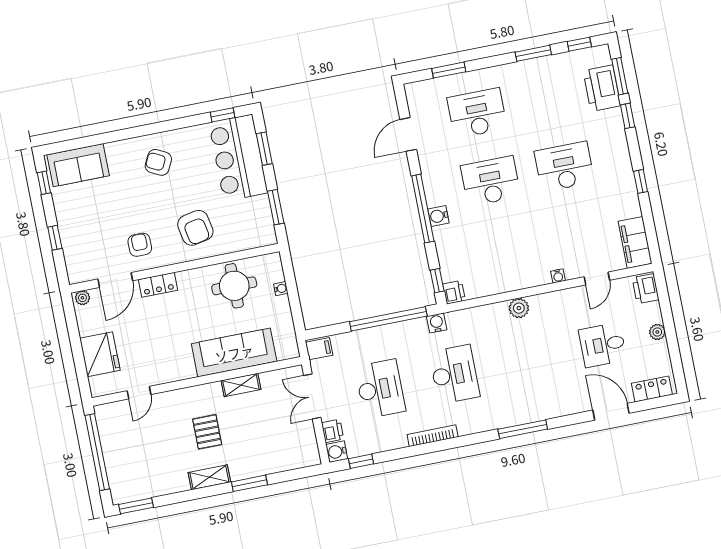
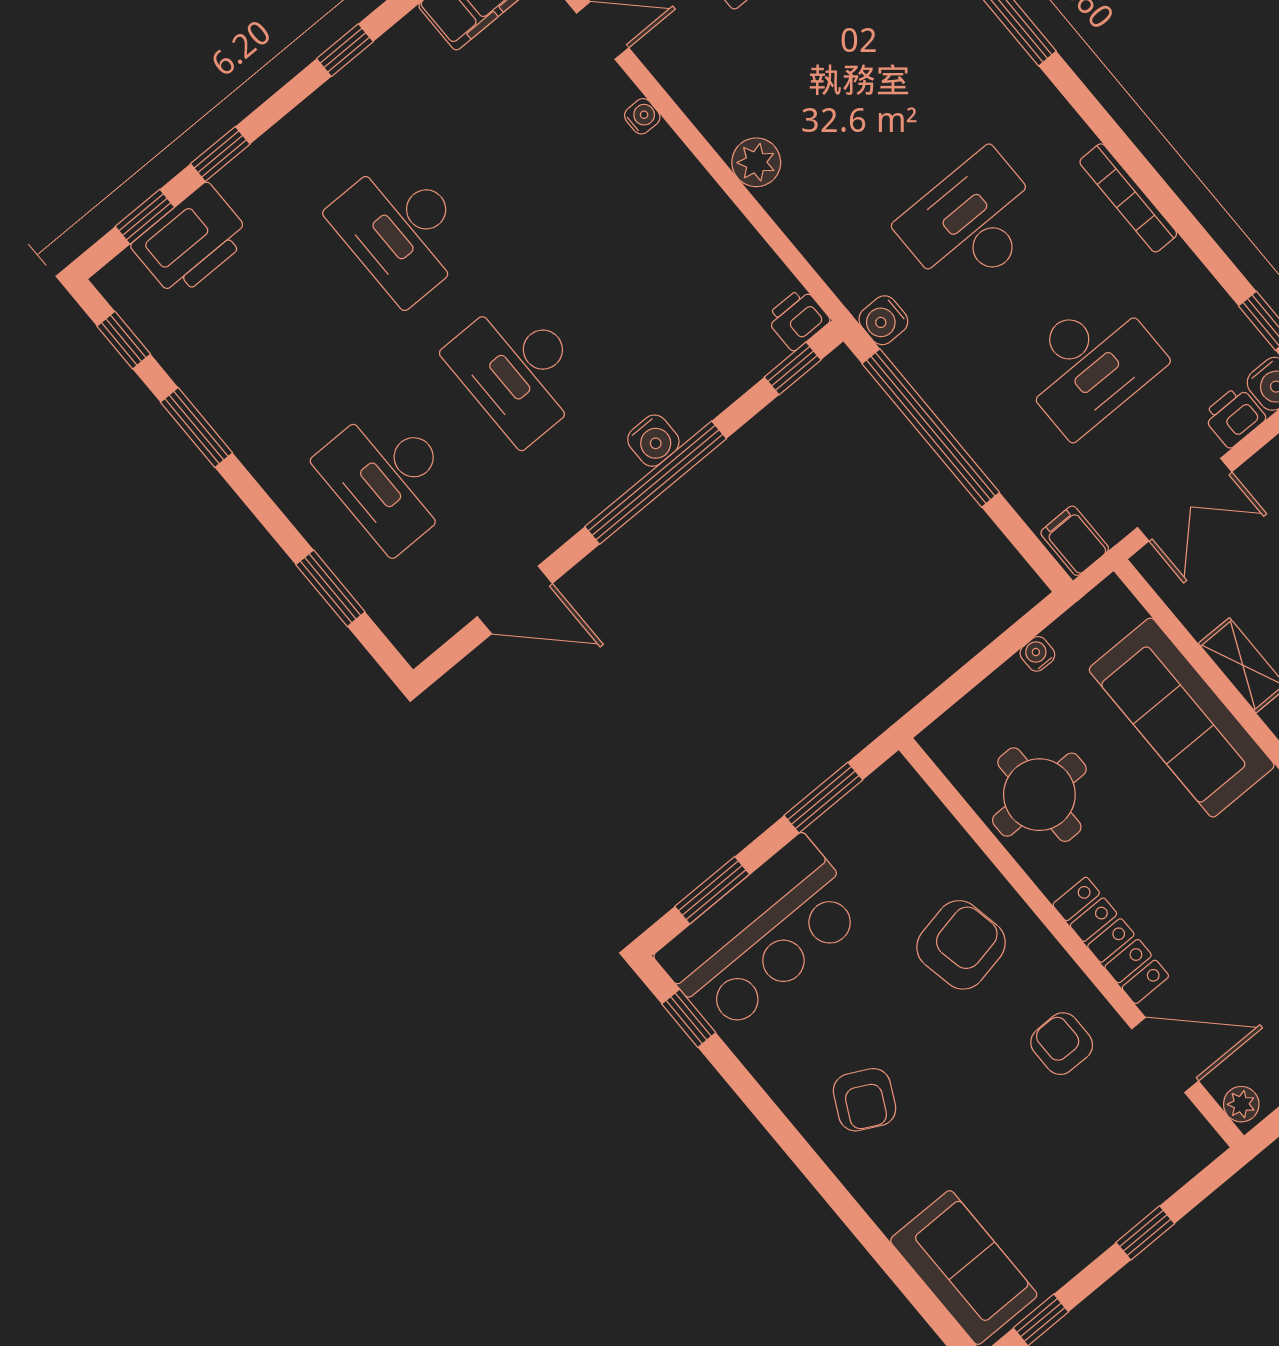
window: (620, 76) -> (145, 217), width x0.67
armchair: (140, 245) -> (1062, 1044), turned 90
locker: (158, 285) -> (1111, 940), width x1.53
water cooler: (281, 289) -> (1037, 654), moved
desk: (380, 389) -> (1090, 364), turned 180

